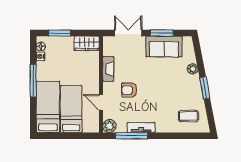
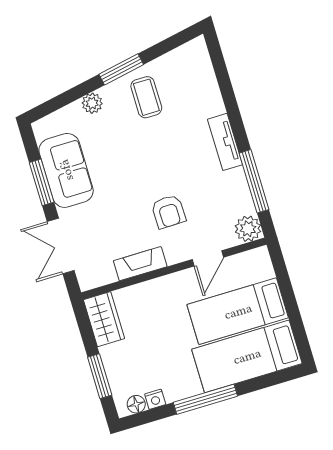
coffee table: (188, 116) -> (146, 97), moved
tv unit: (141, 127) -> (225, 142), moved

